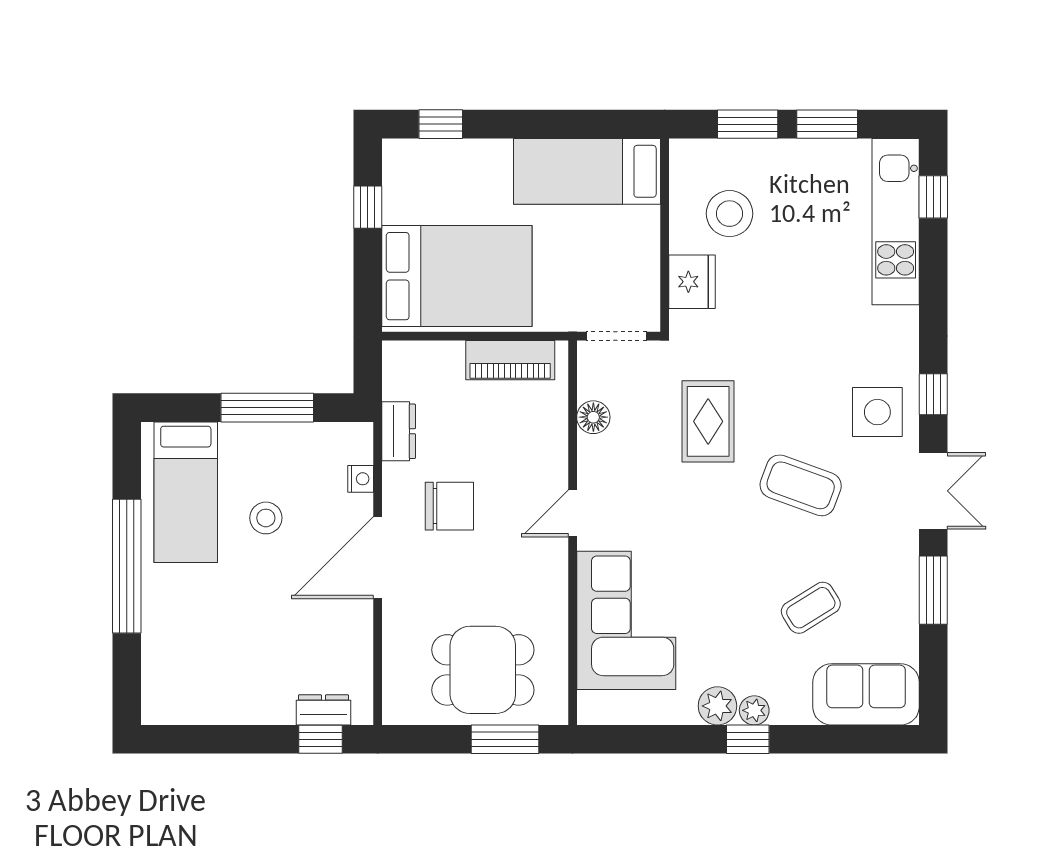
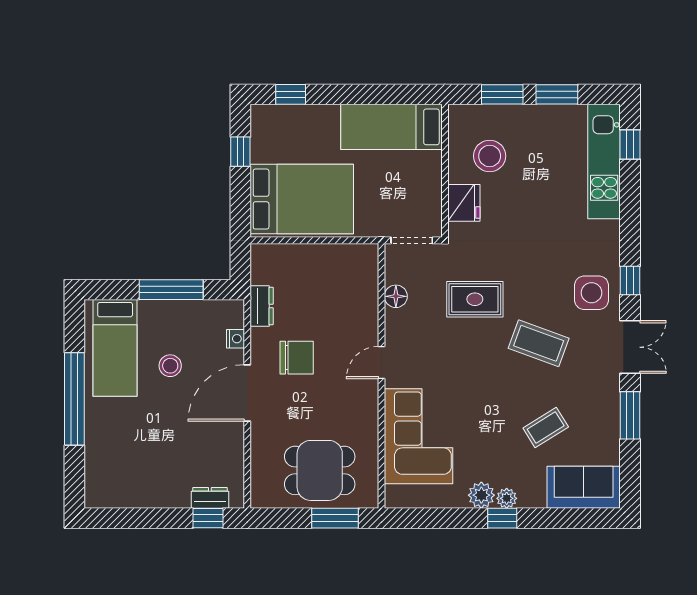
piano: (510, 360) -> (339, 257), removed
rug: (708, 421) -> (475, 299), turned 90

